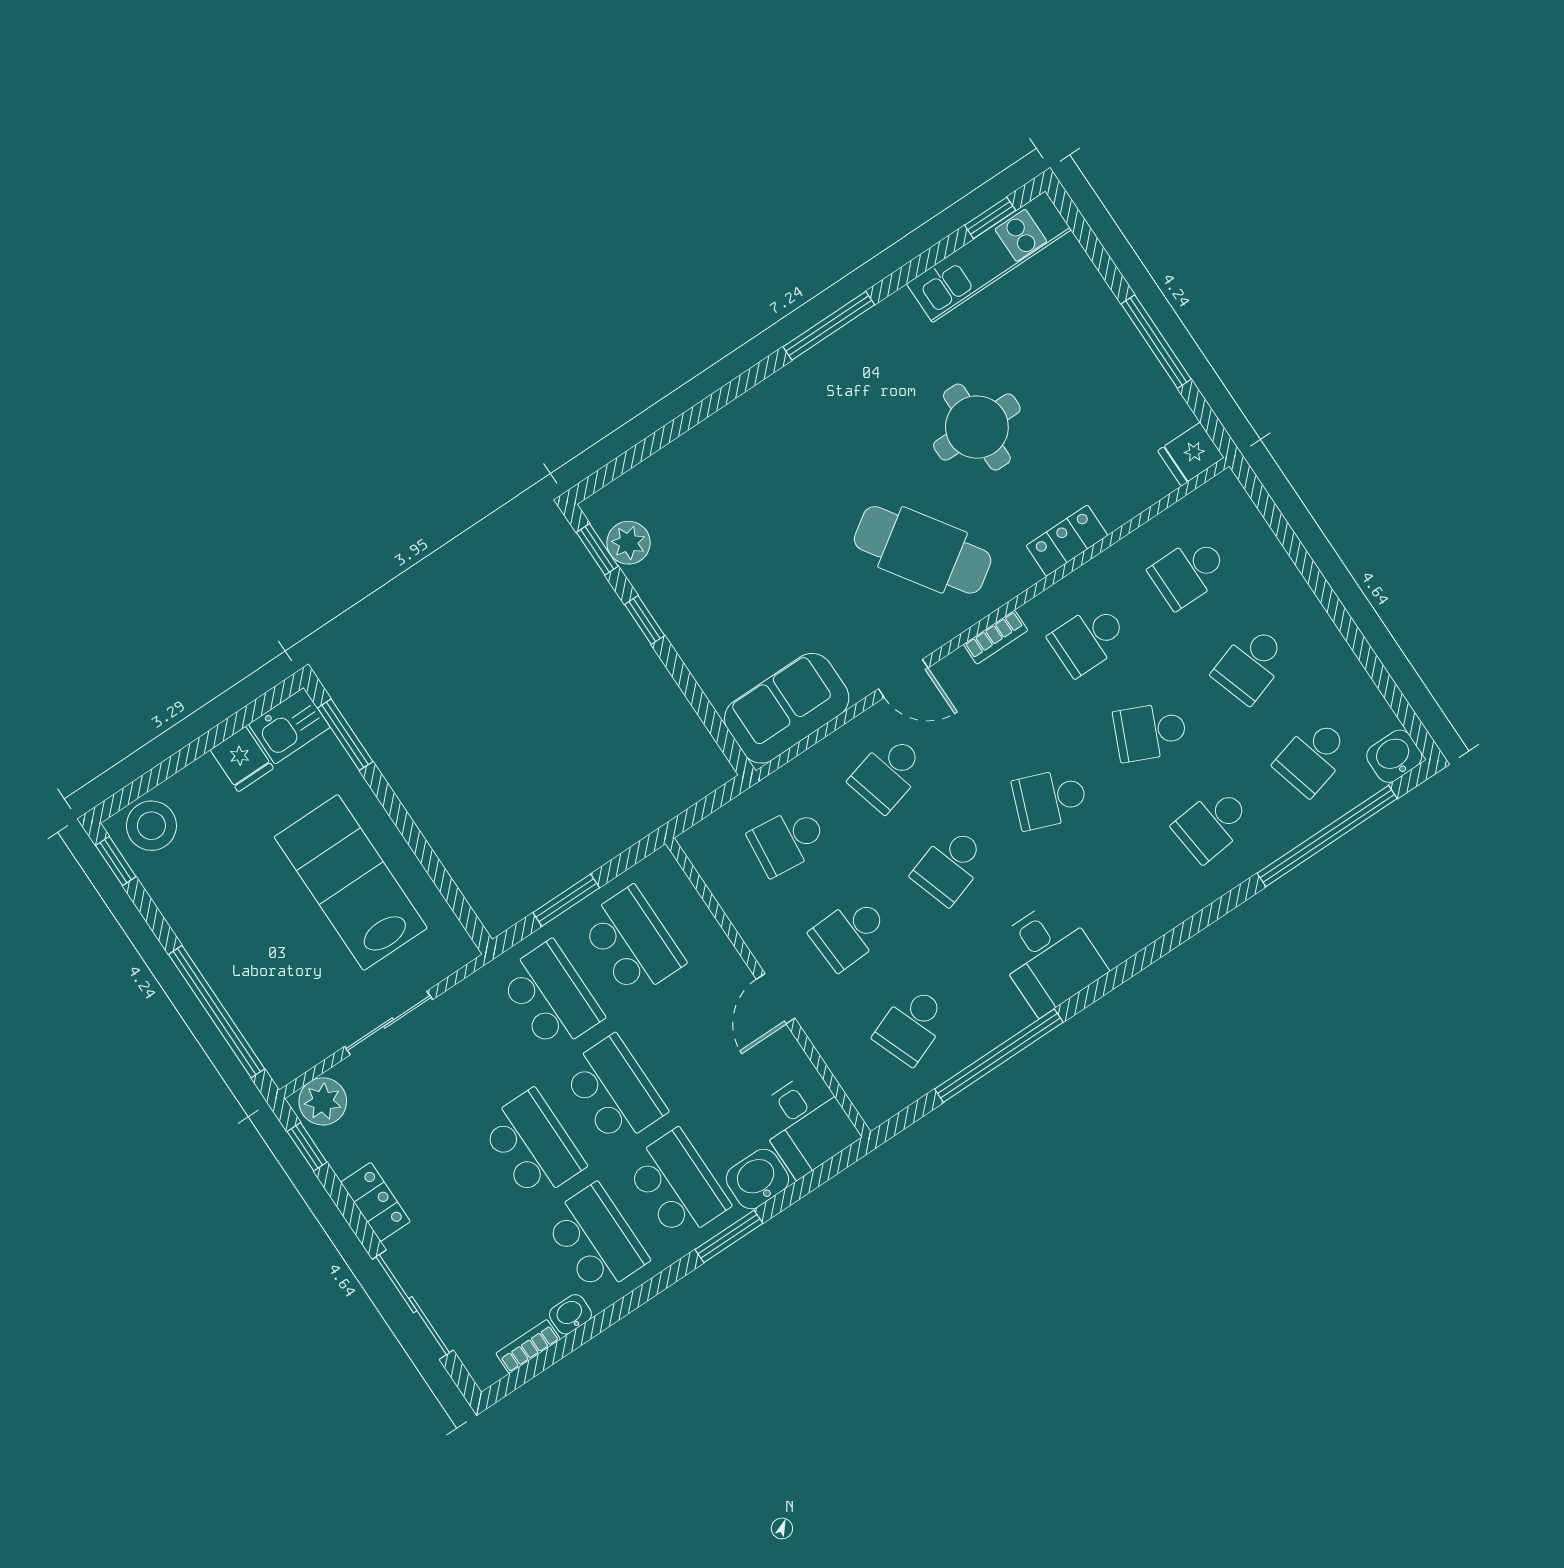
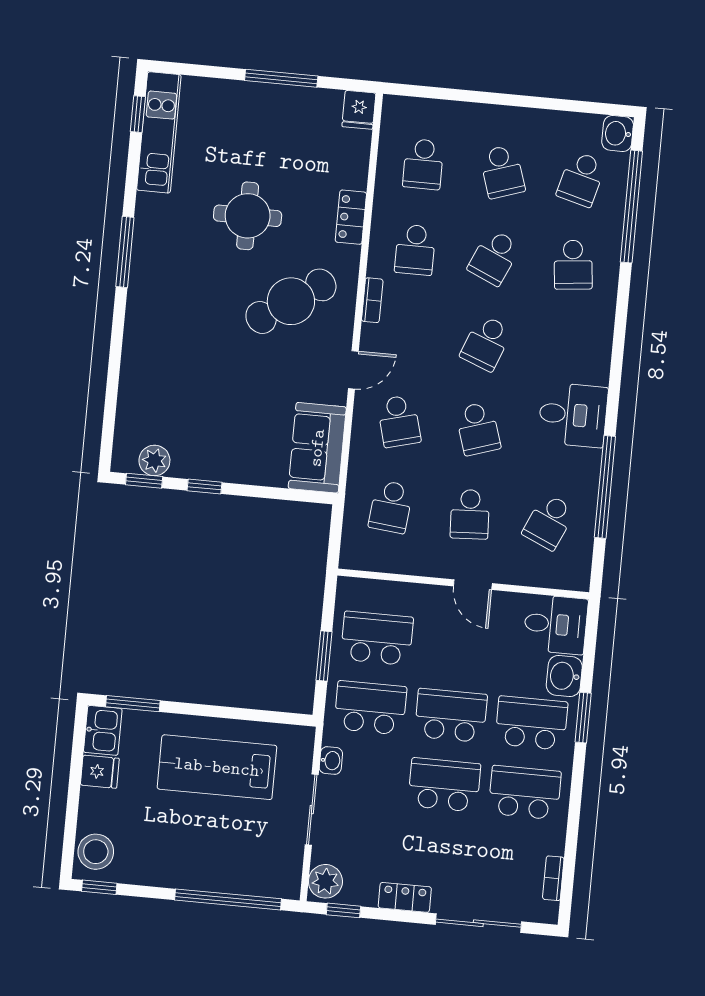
school desk: (1313, 757) -> (581, 179), turned 30
school desk: (911, 1026) -> (549, 522), turned 45
washbasin: (570, 1314) -> (331, 761), moved, turned 180

